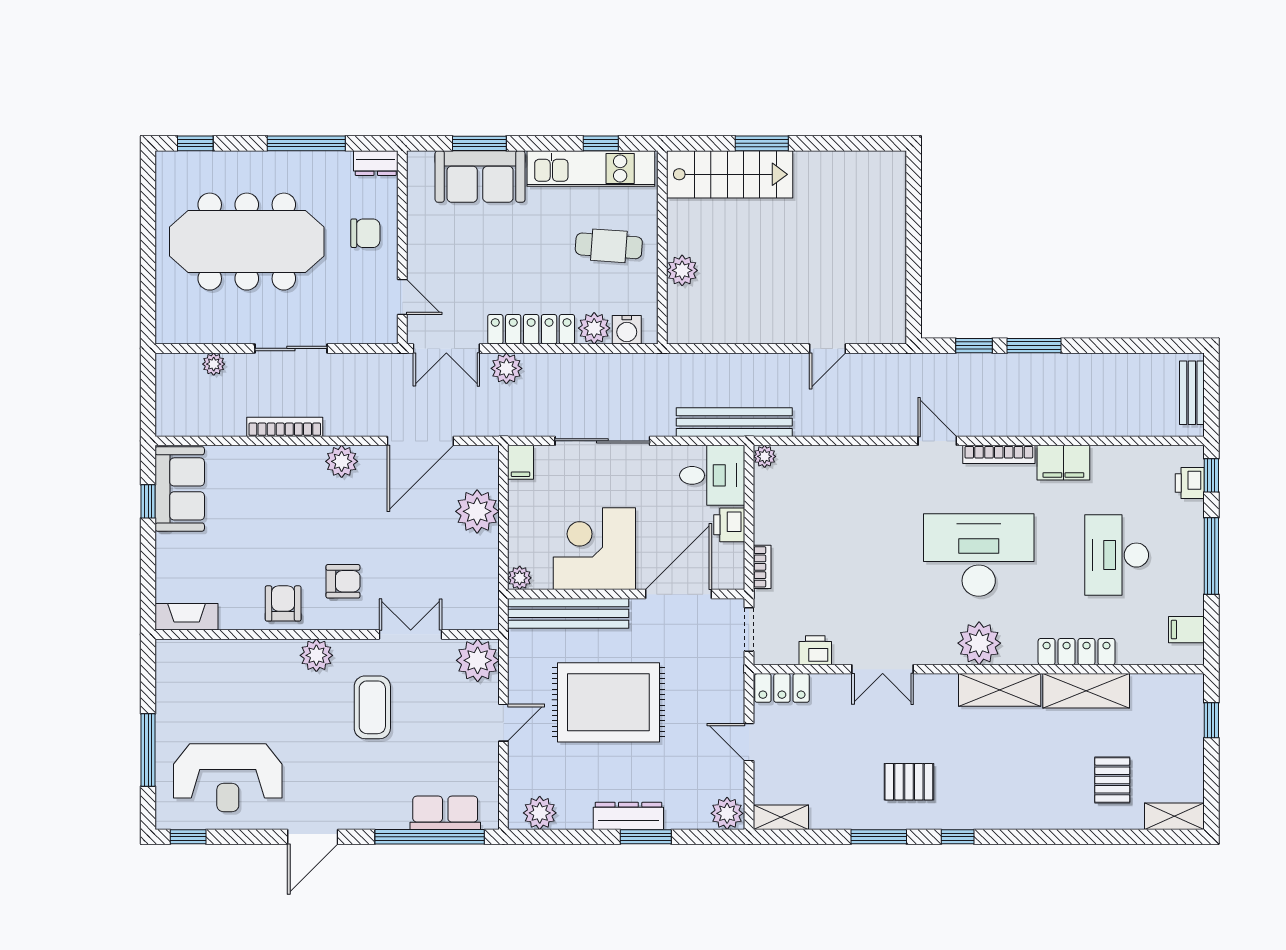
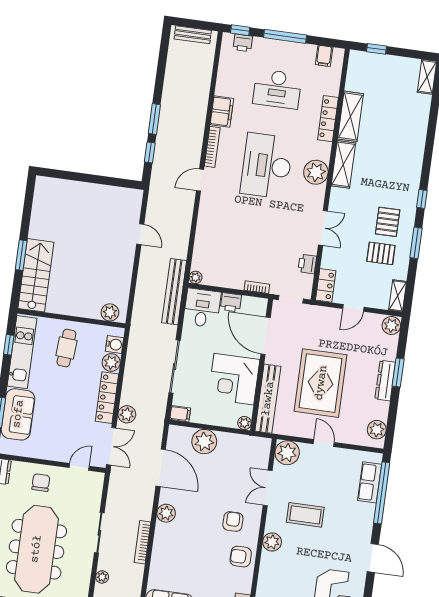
plant: (682, 270) -> (110, 312), moved
pallet: (1112, 780) -> (381, 253), moved

